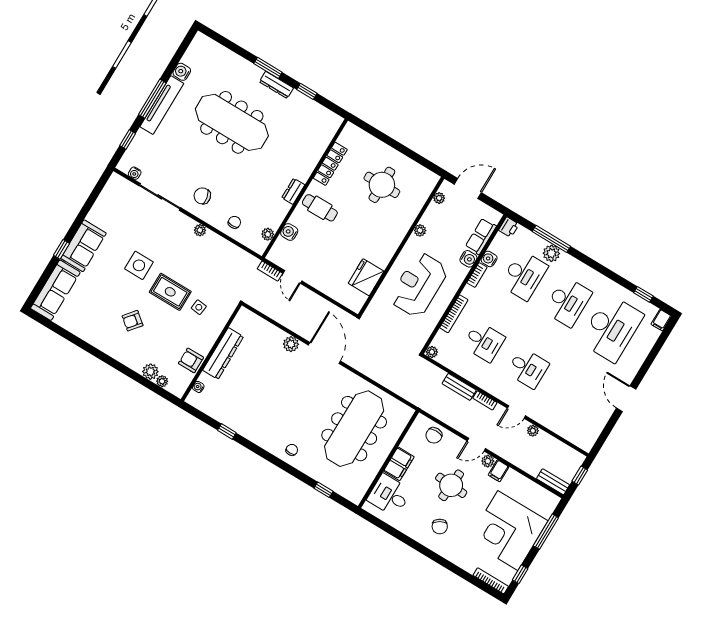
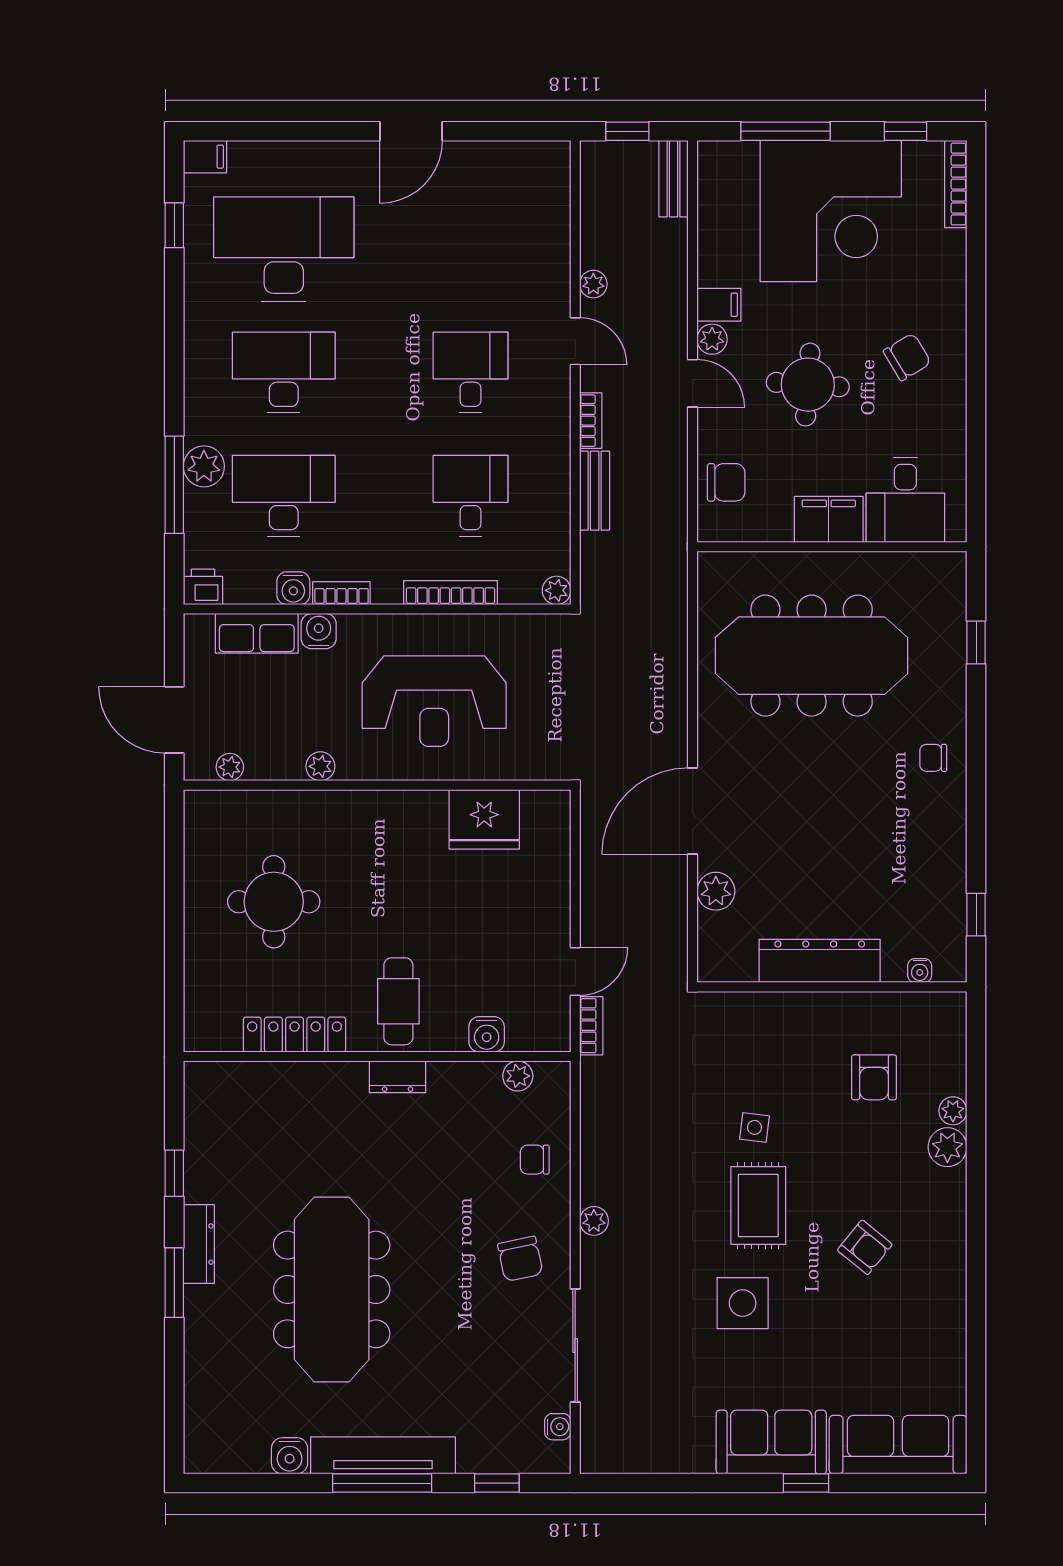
wall: (211, 352) -> (832, 987), moved
dresser: (223, 353) -> (820, 961), moved
water cooler: (198, 387) -> (920, 971), moved

